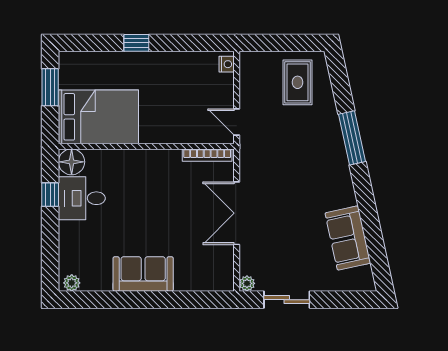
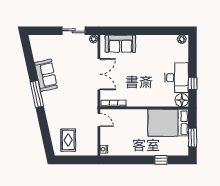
window: (136, 43) -> (161, 160), moved
window: (352, 138) -> (37, 94), moved
desk: (82, 198) -> (177, 78), width x1.37
sofa: (348, 238) -> (46, 75), moved
sofa: (143, 274) -> (120, 44), moved

